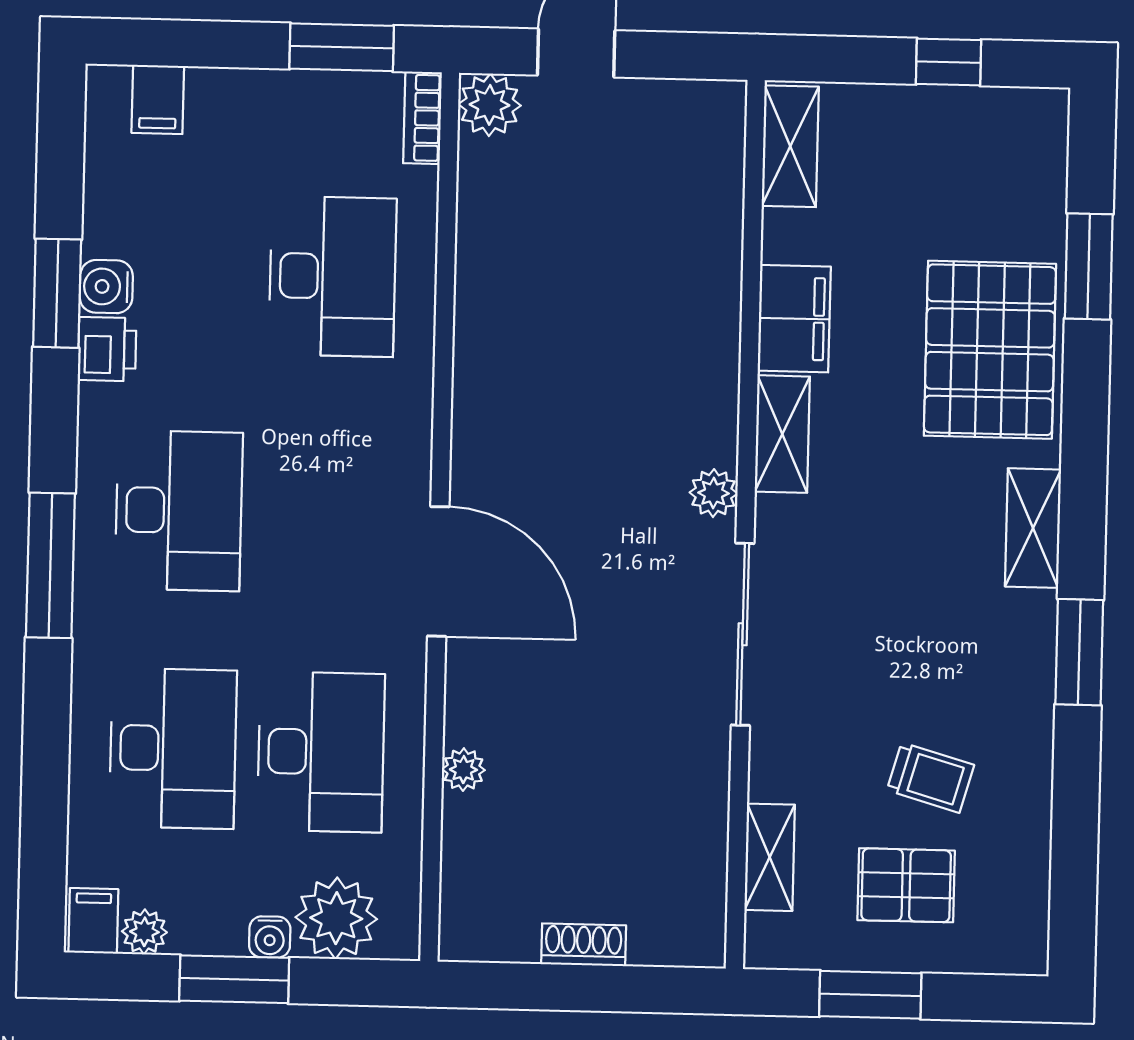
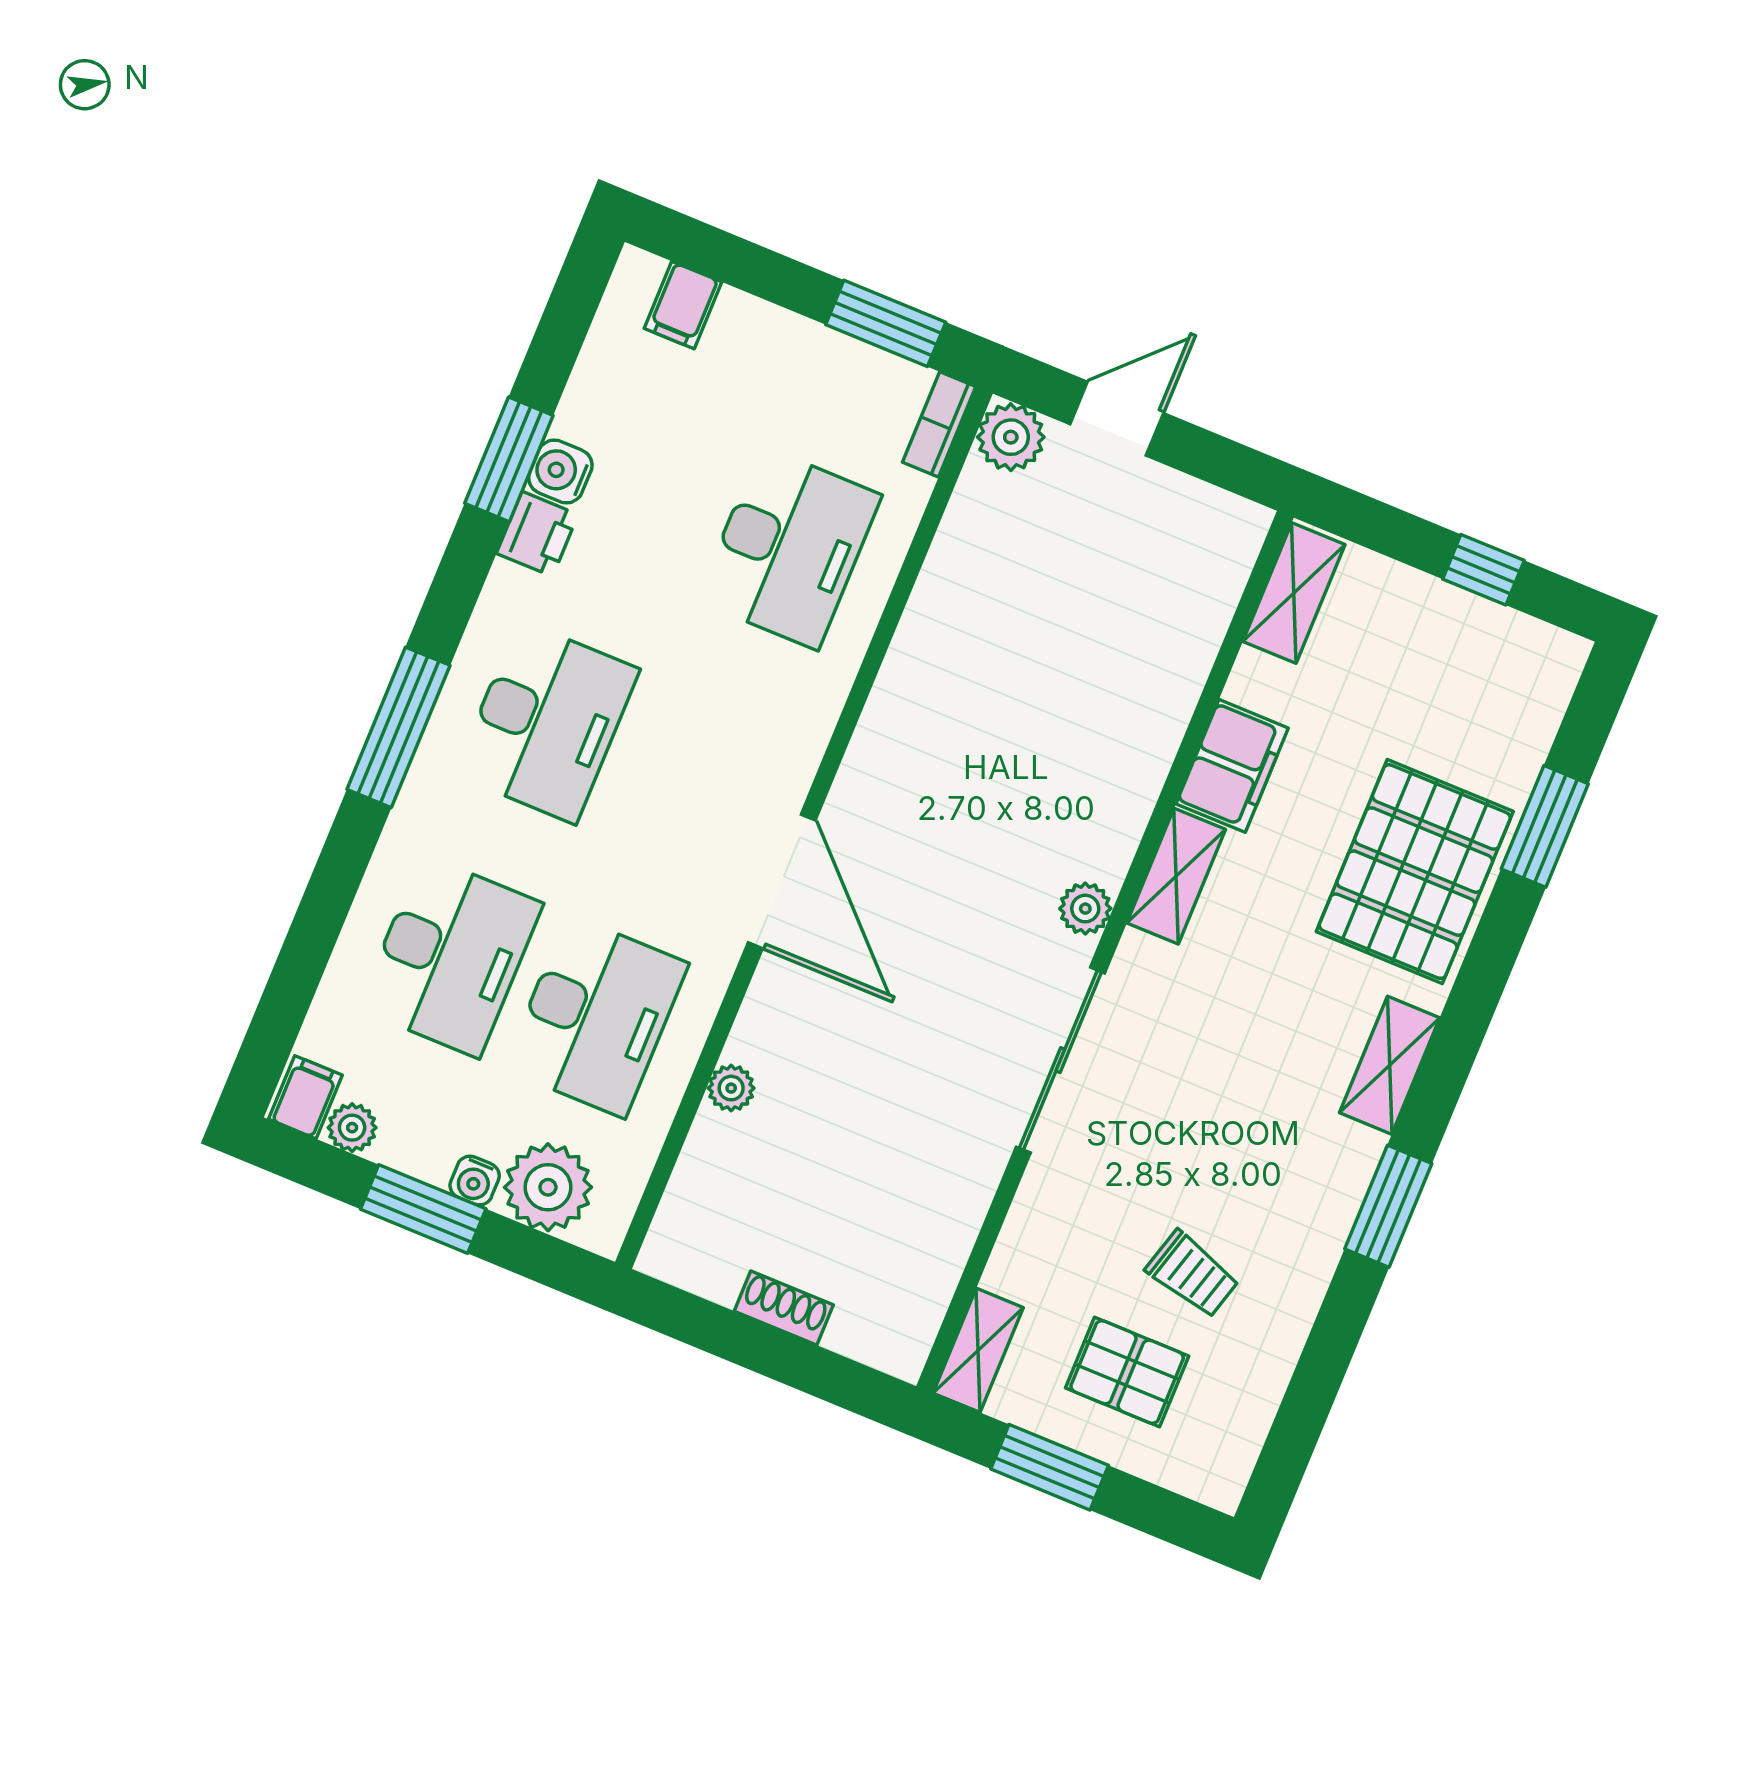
shelving: (770, 857) -> (978, 1350), moved

